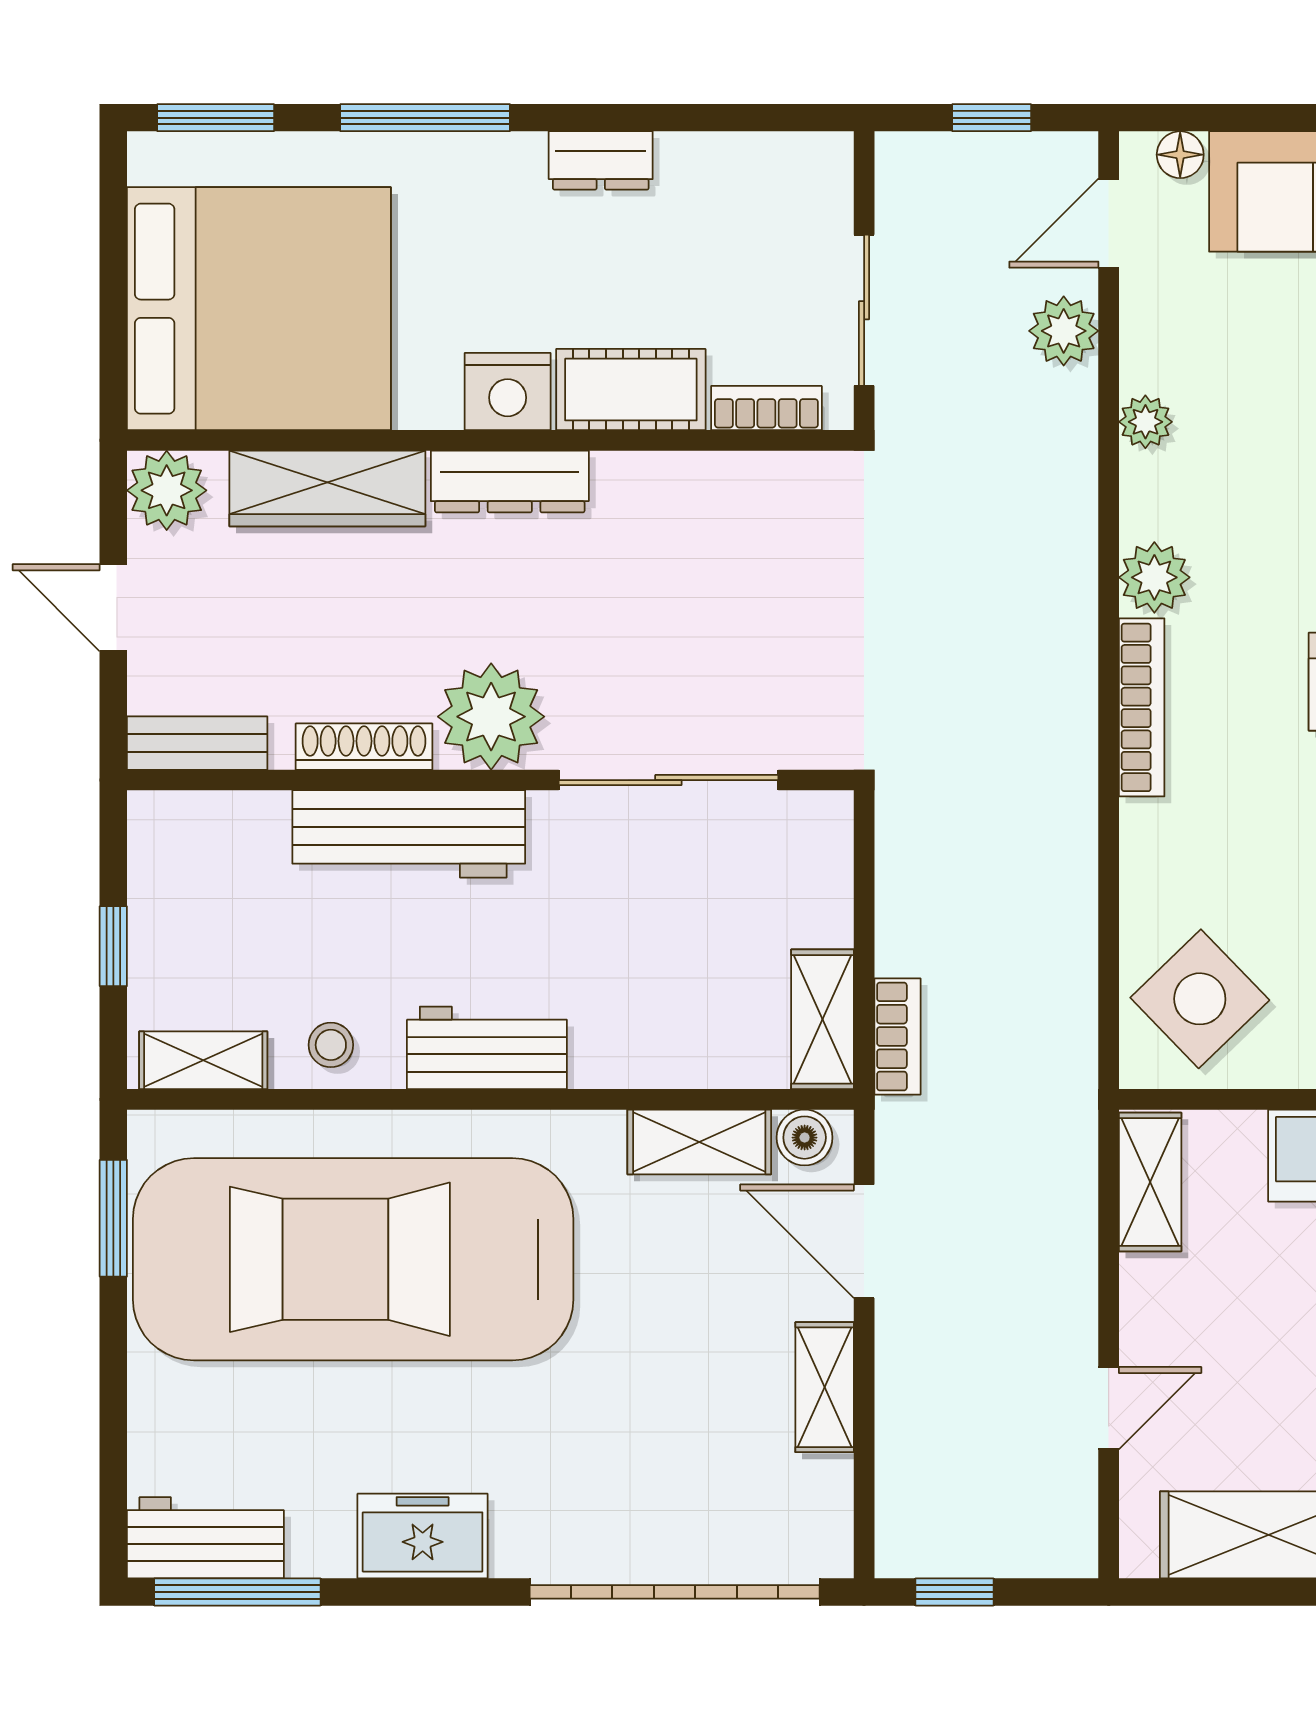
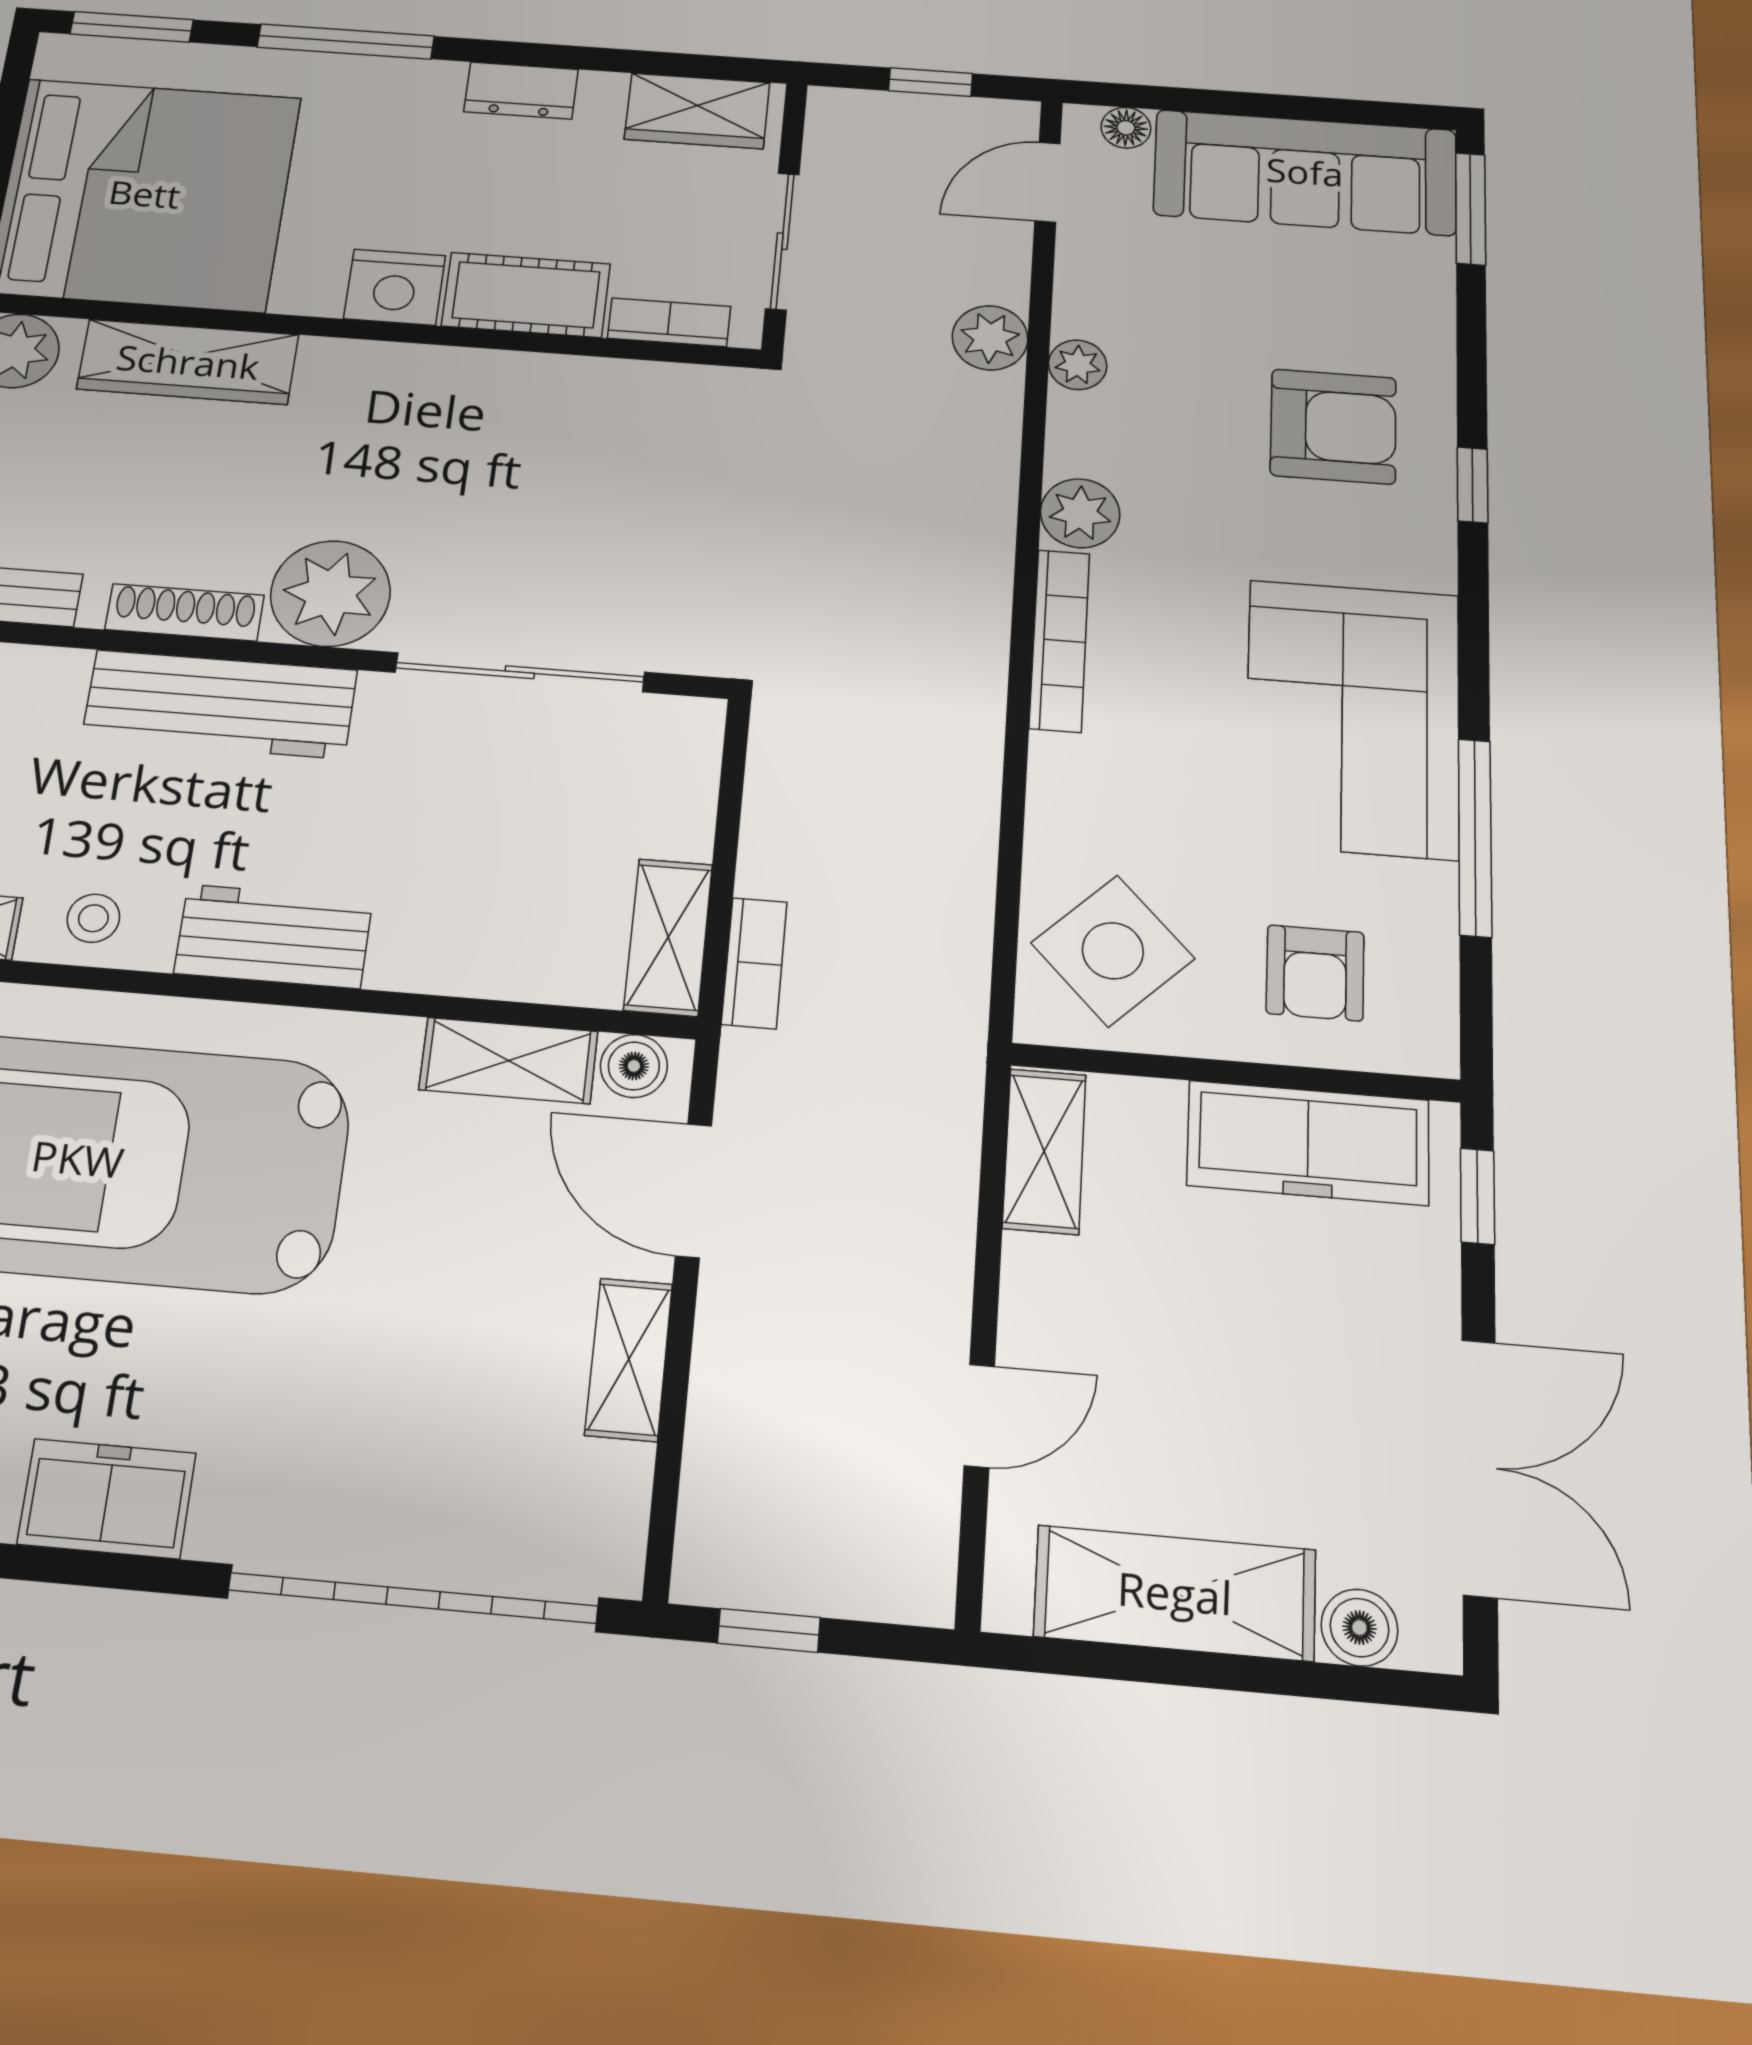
wardrobe: (771, 170) -> (697, 111), added
plant: (1064, 331) -> (990, 338), moved
dresser: (510, 481) -> (385, 370), removed

